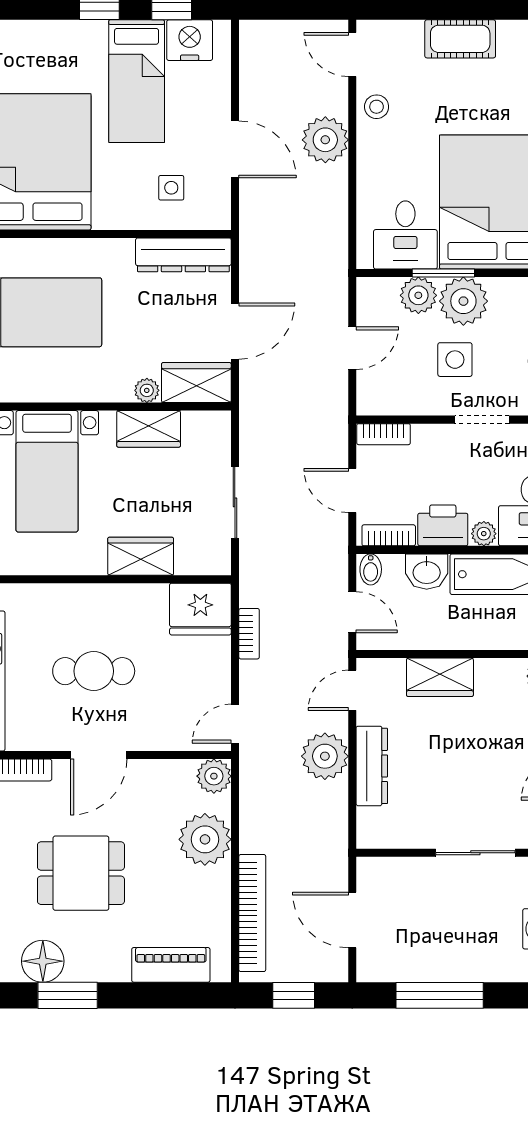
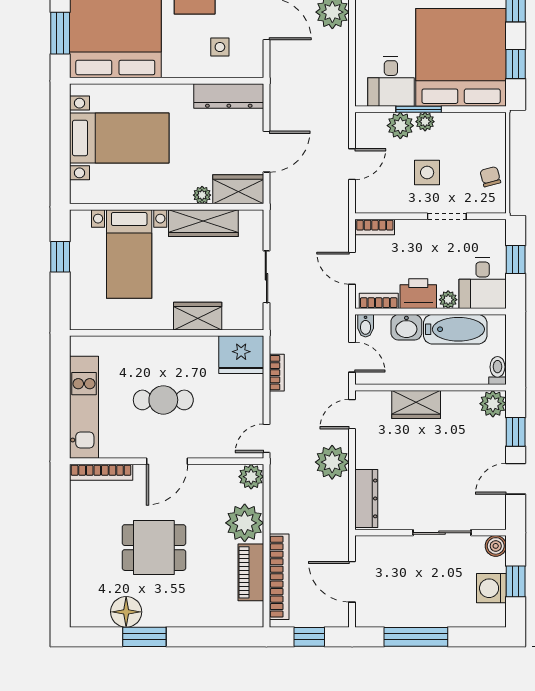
plant: (463, 301) -> (425, 122), width x0.53, depth x0.53
wardrobe: (149, 429) -> (203, 223), width x1.50
dresser: (372, 766) -> (366, 498), moved
piano: (171, 965) -> (251, 572), moved, turned -90

